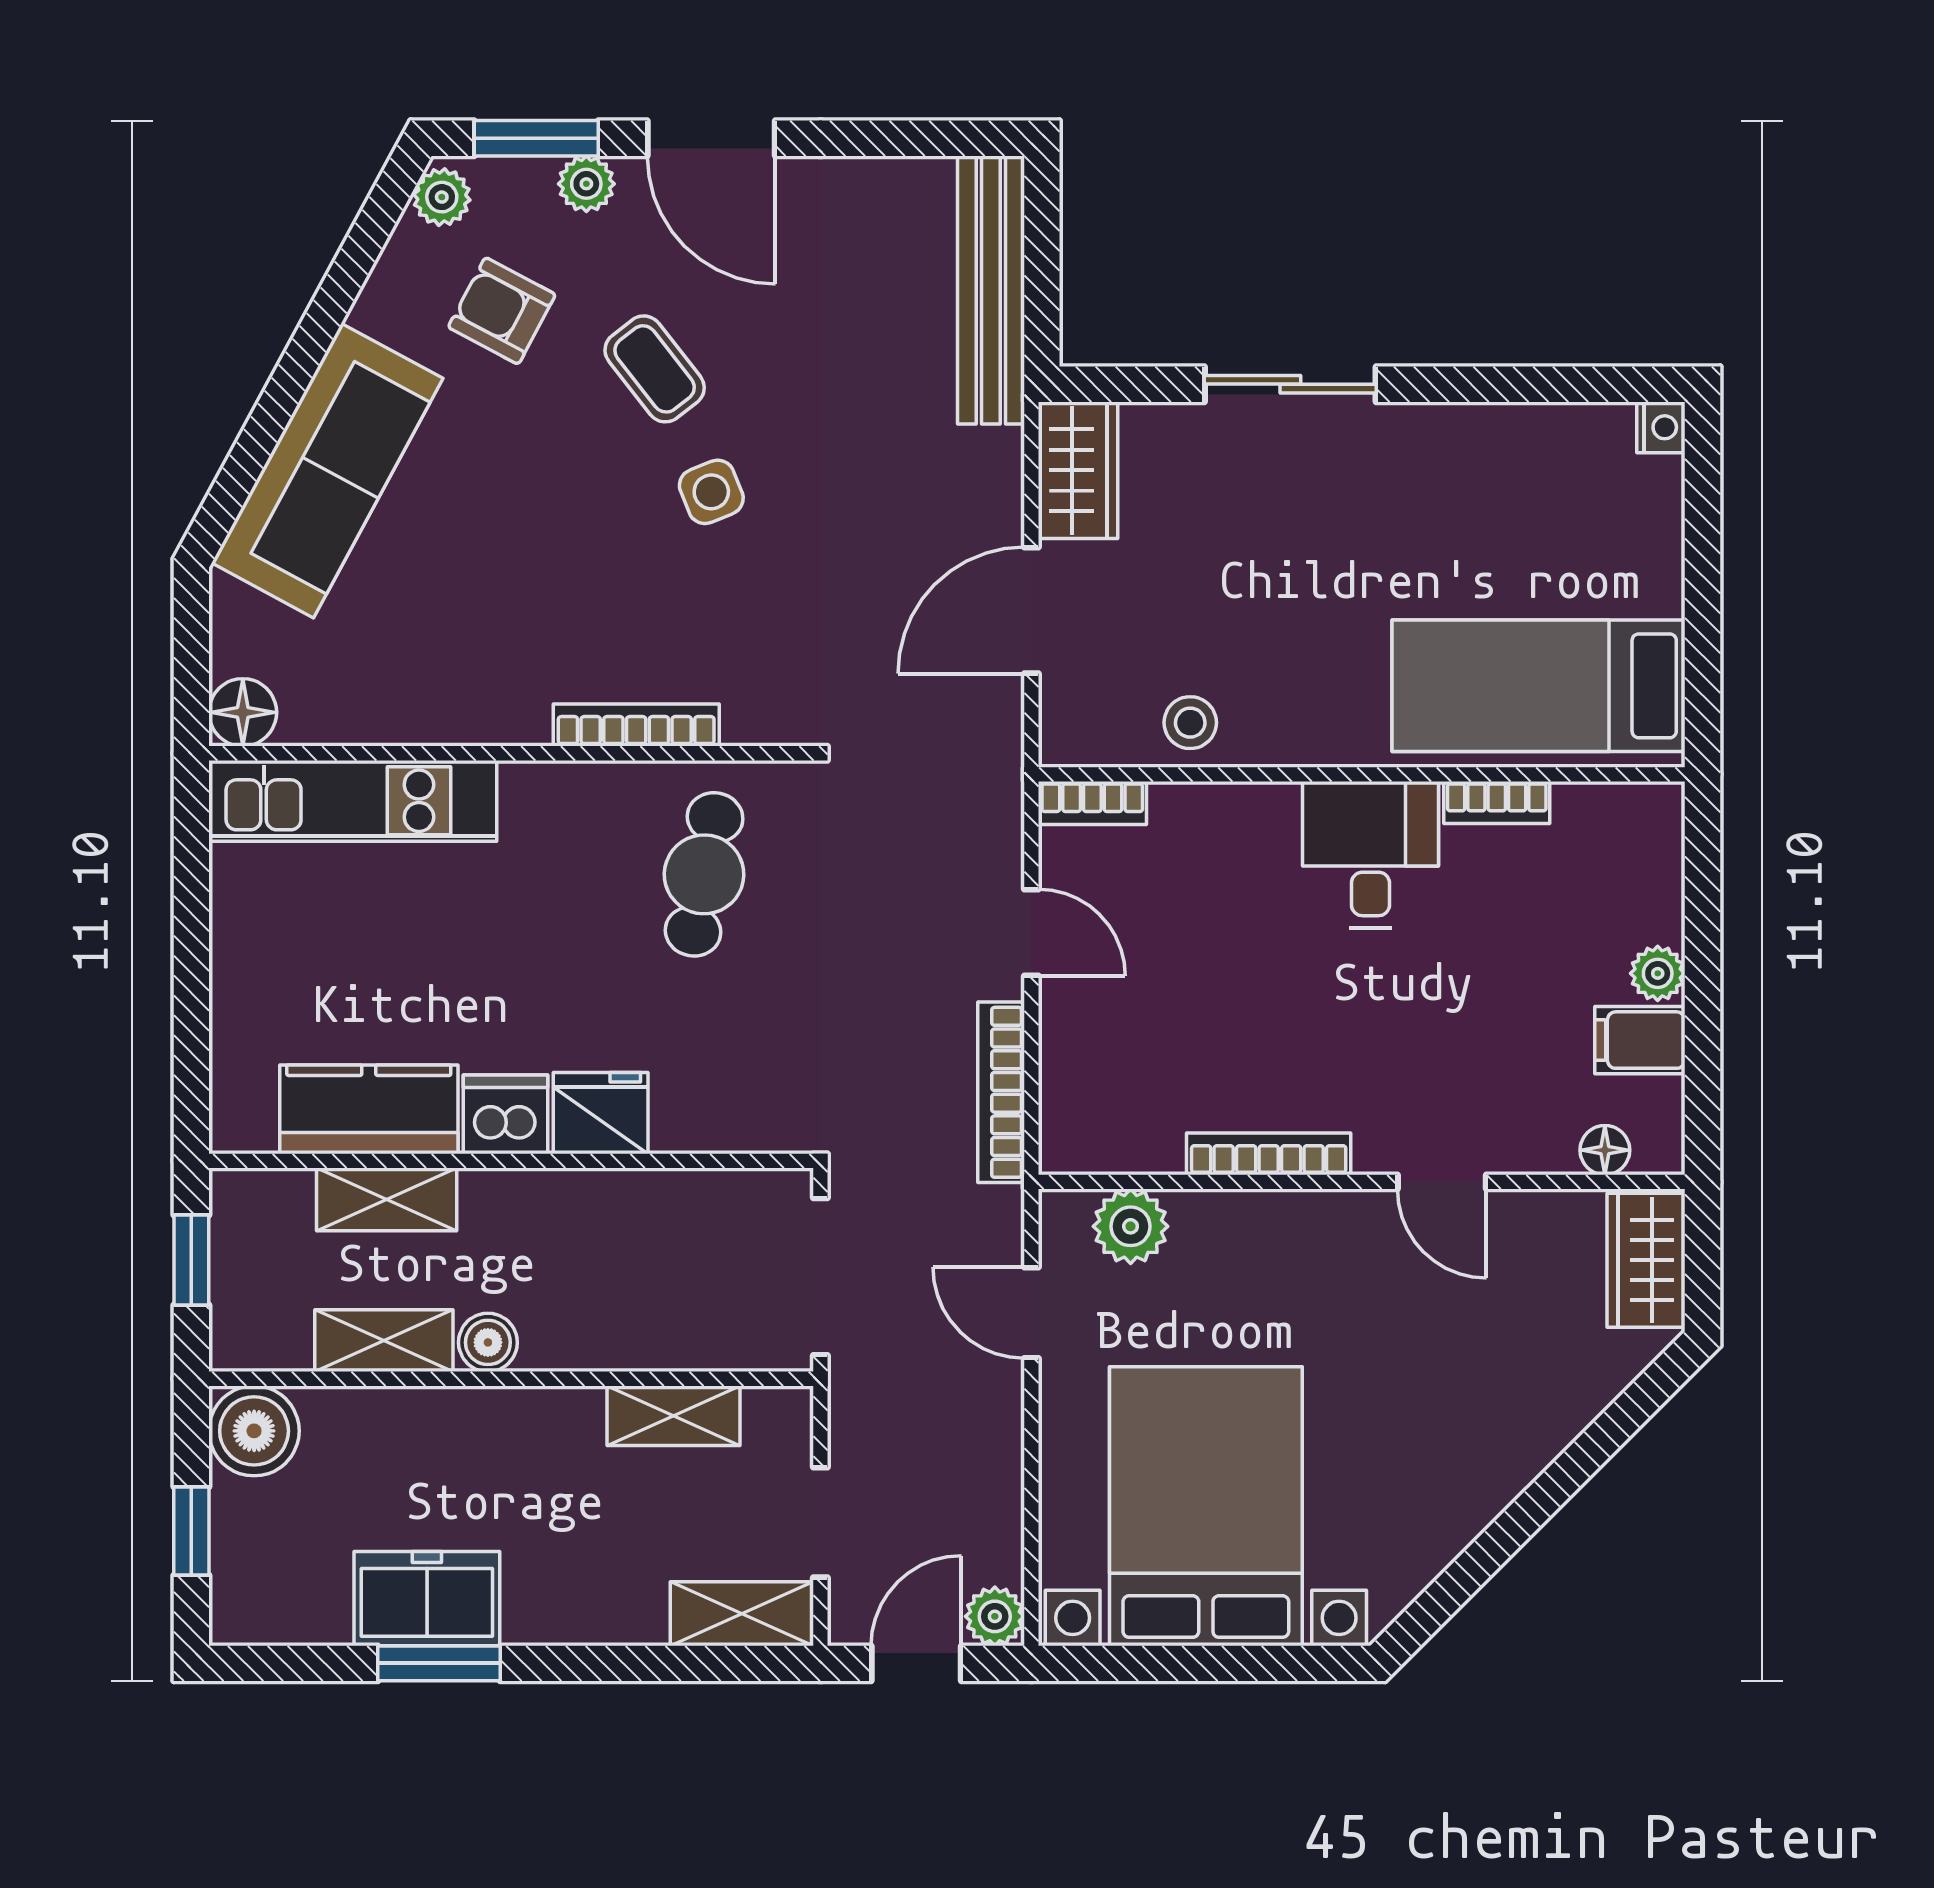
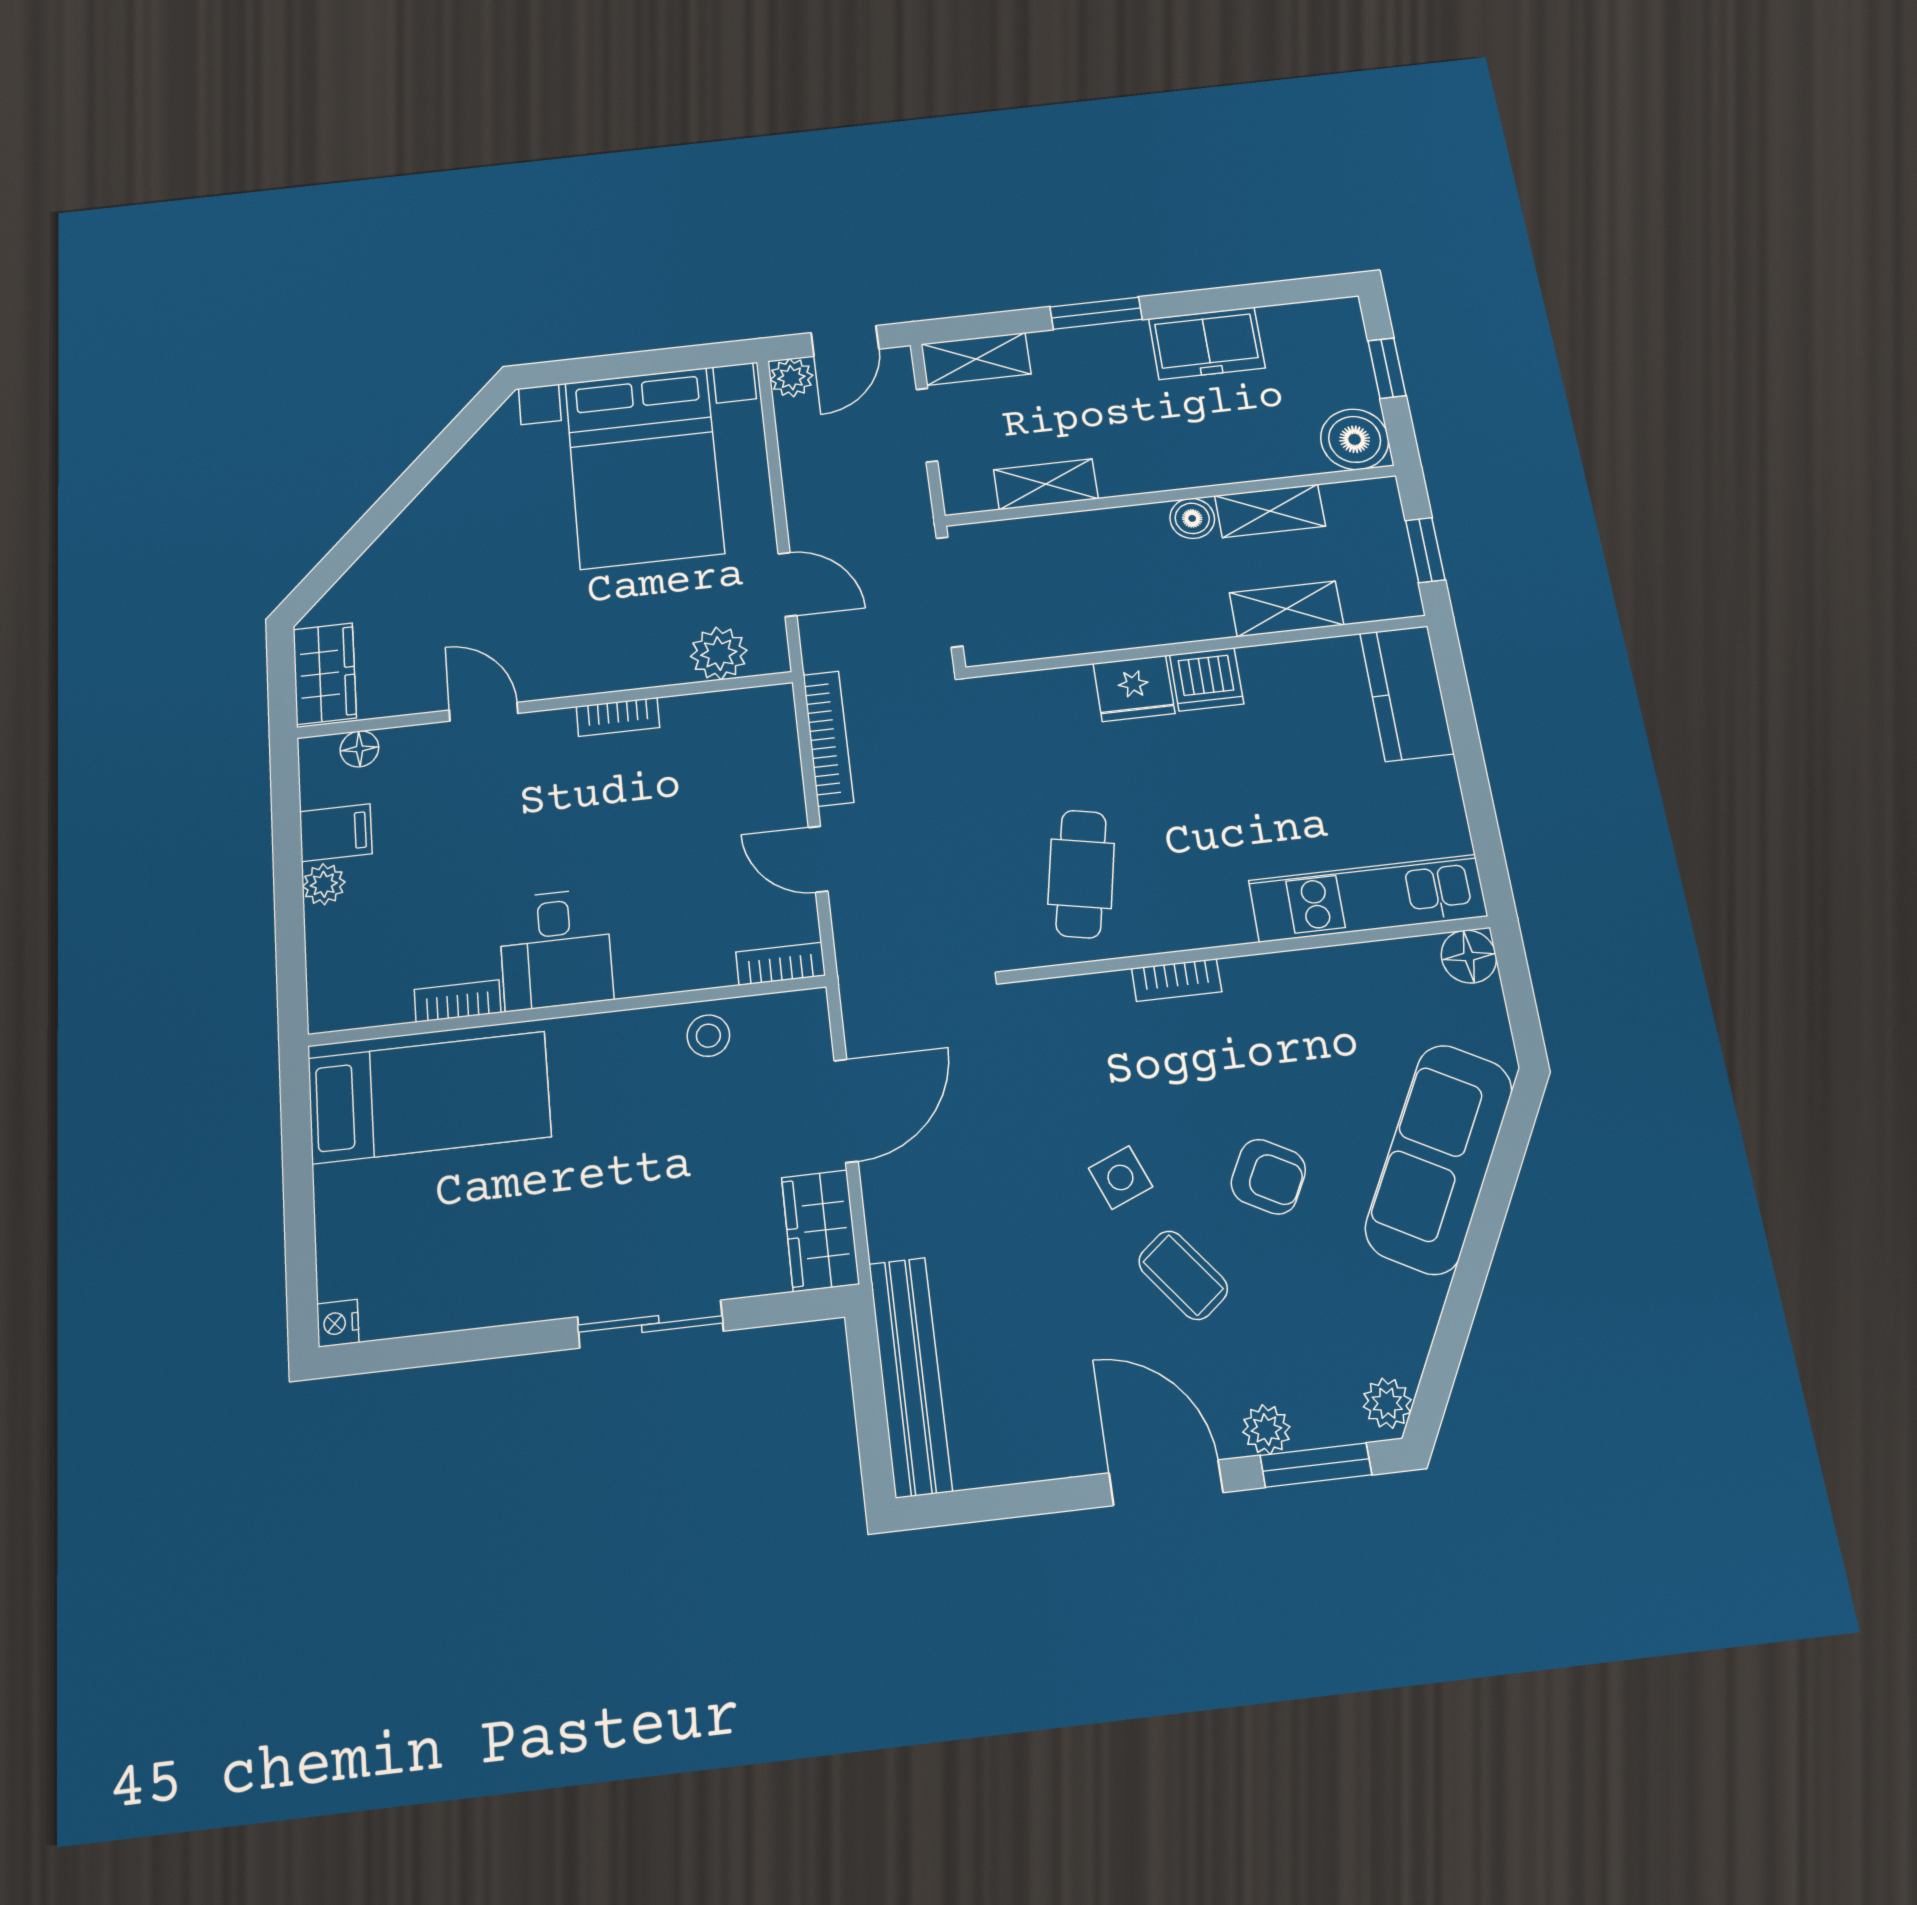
armchair: (502, 311) -> (1268, 1177), moved
bookcase: (636, 725) -> (1177, 980), width x0.64
kitchen counter: (369, 1109) -> (1407, 693), moved, turned 90
bookcase: (1269, 1154) -> (618, 717), width x0.64
window: (439, 1663) -> (1096, 313), moved

